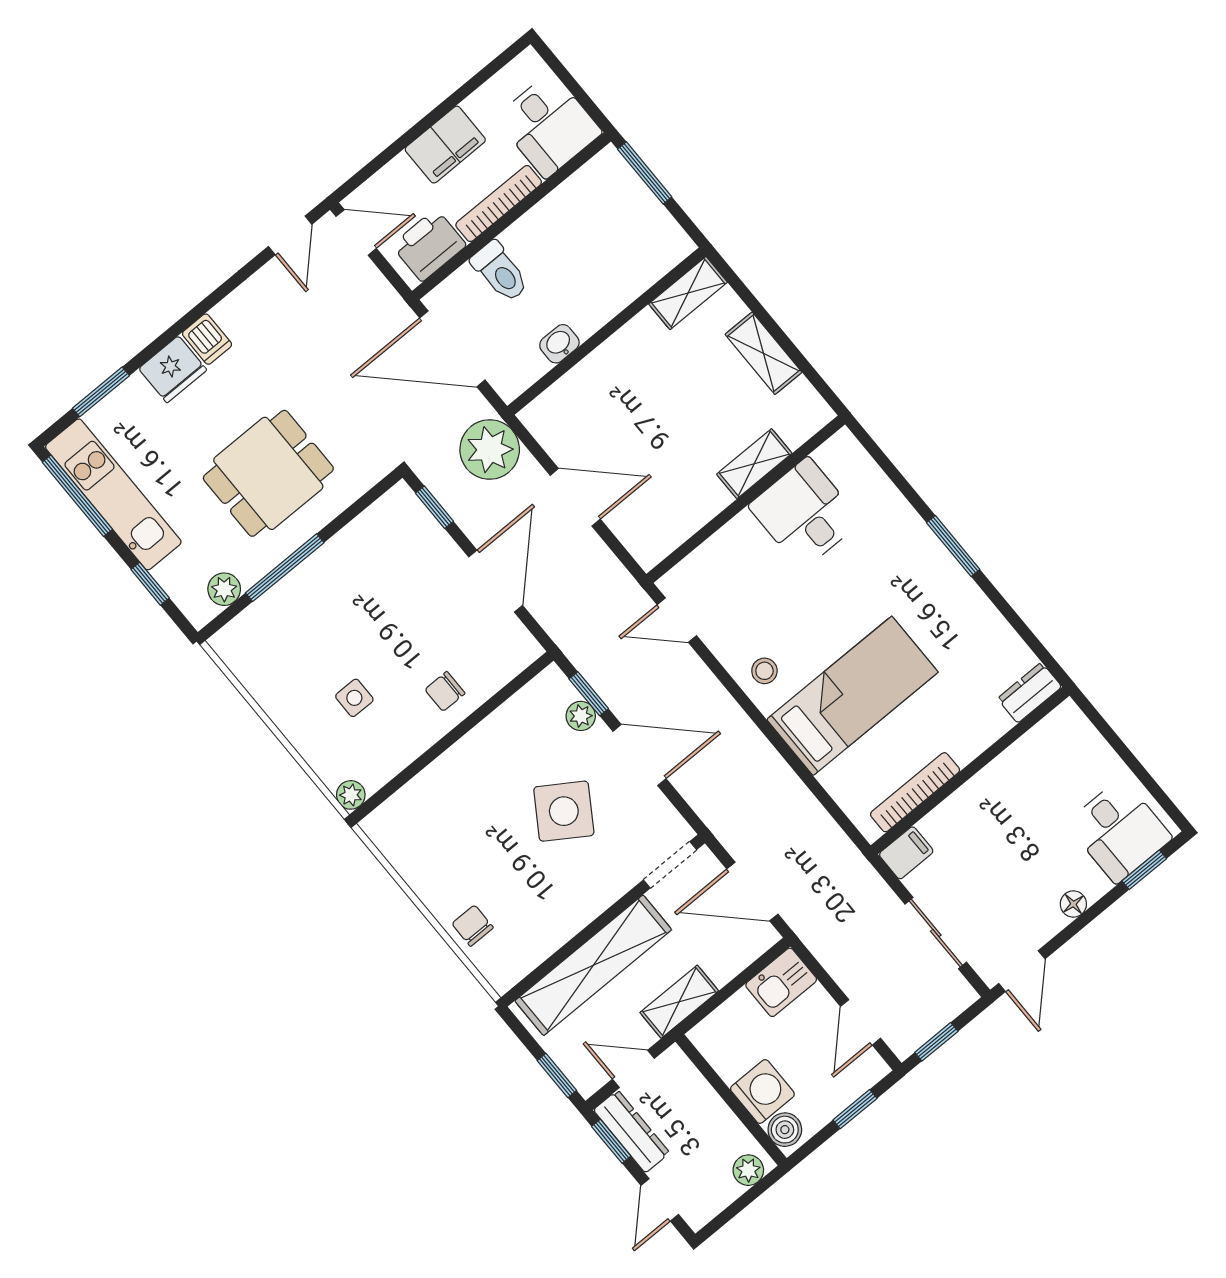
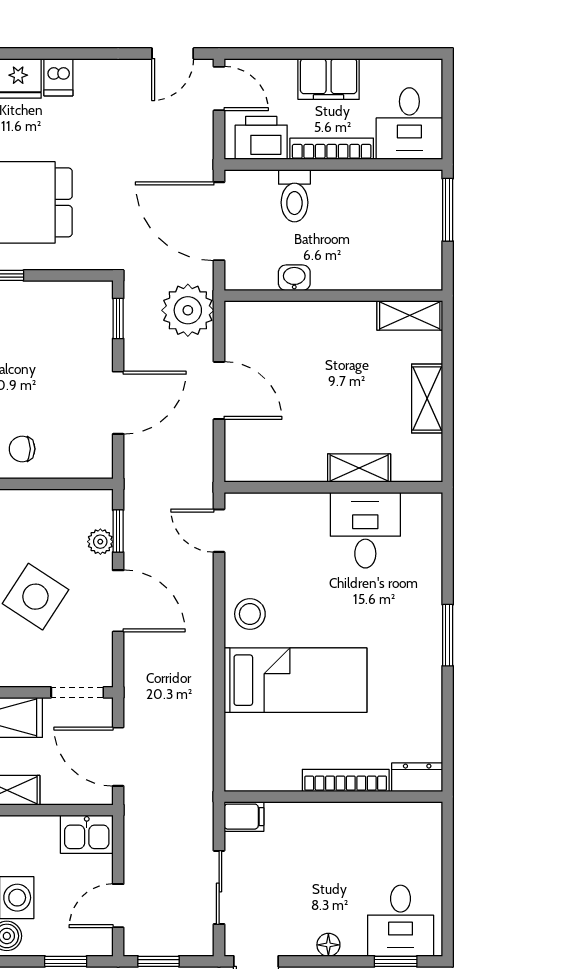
stool: (764, 671) -> (250, 614), width x1.37, depth x1.37
bookcase: (915, 792) -> (346, 780), moved

